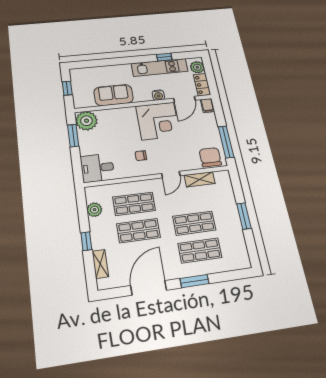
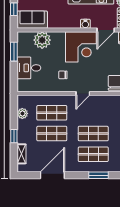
sofa: (114, 95) -> (32, 20), moved
plant: (86, 121) -> (42, 40), moved
desk: (97, 168) -> (29, 68), moved
shelving: (200, 179) -> (104, 100), removed
window: (195, 281) -> (99, 175), moved

